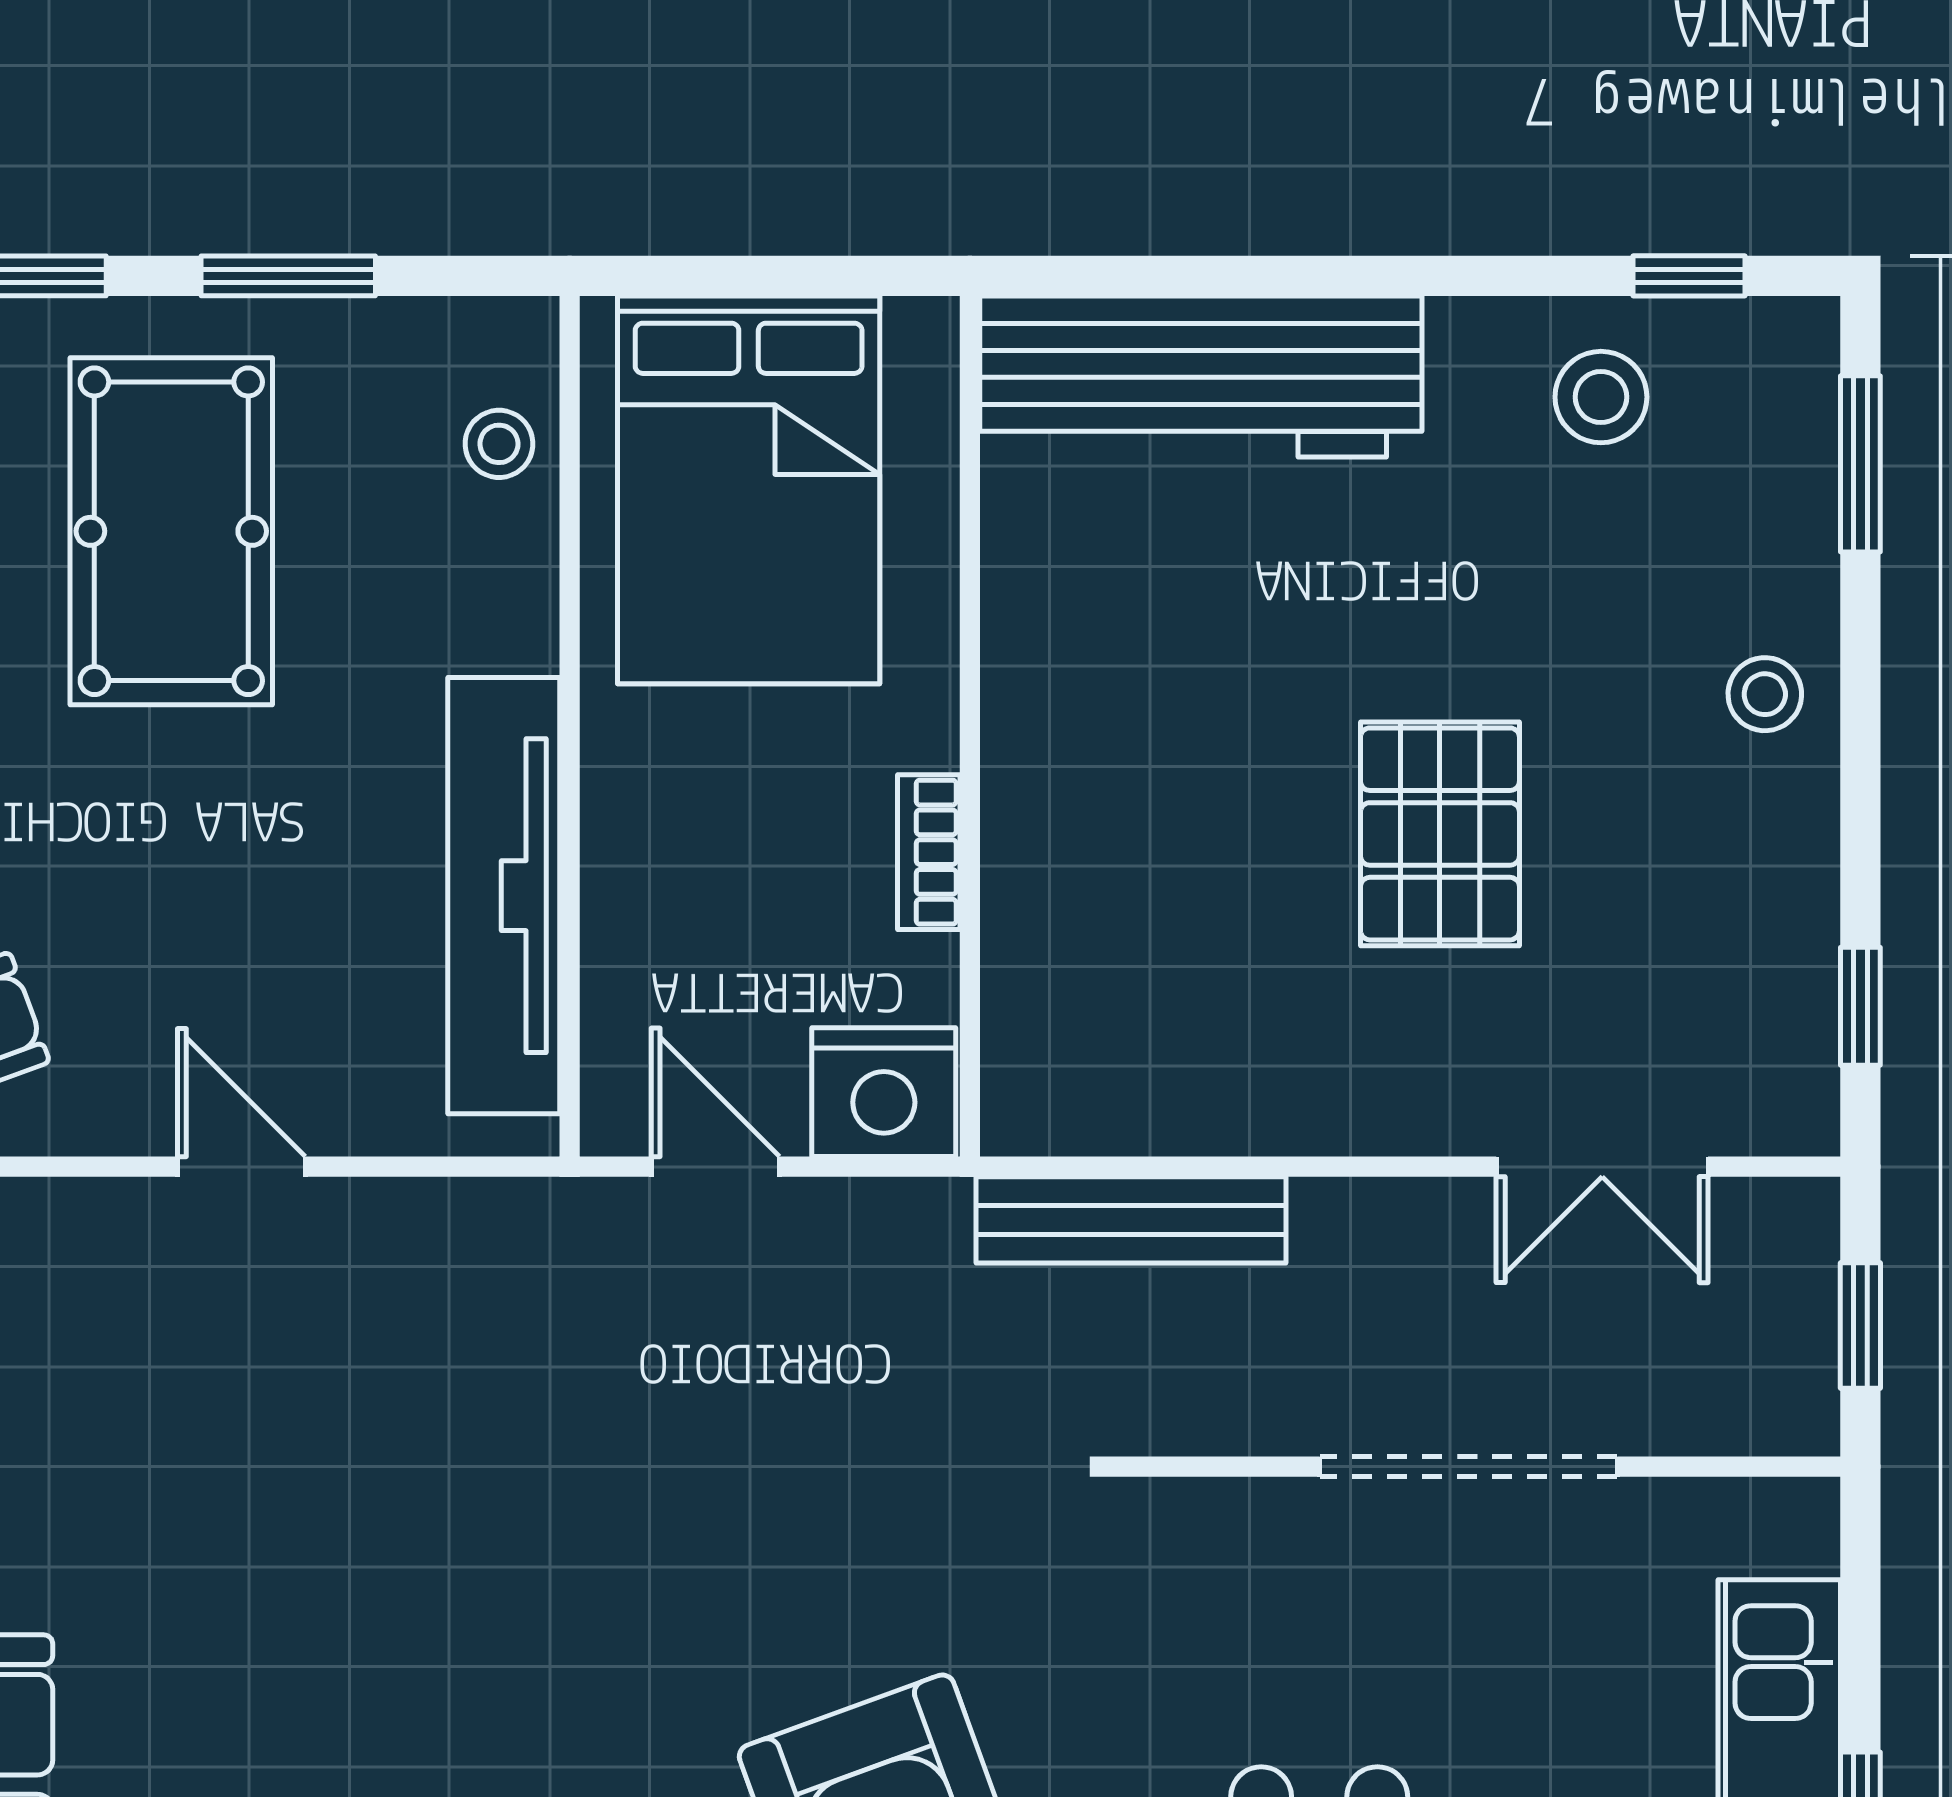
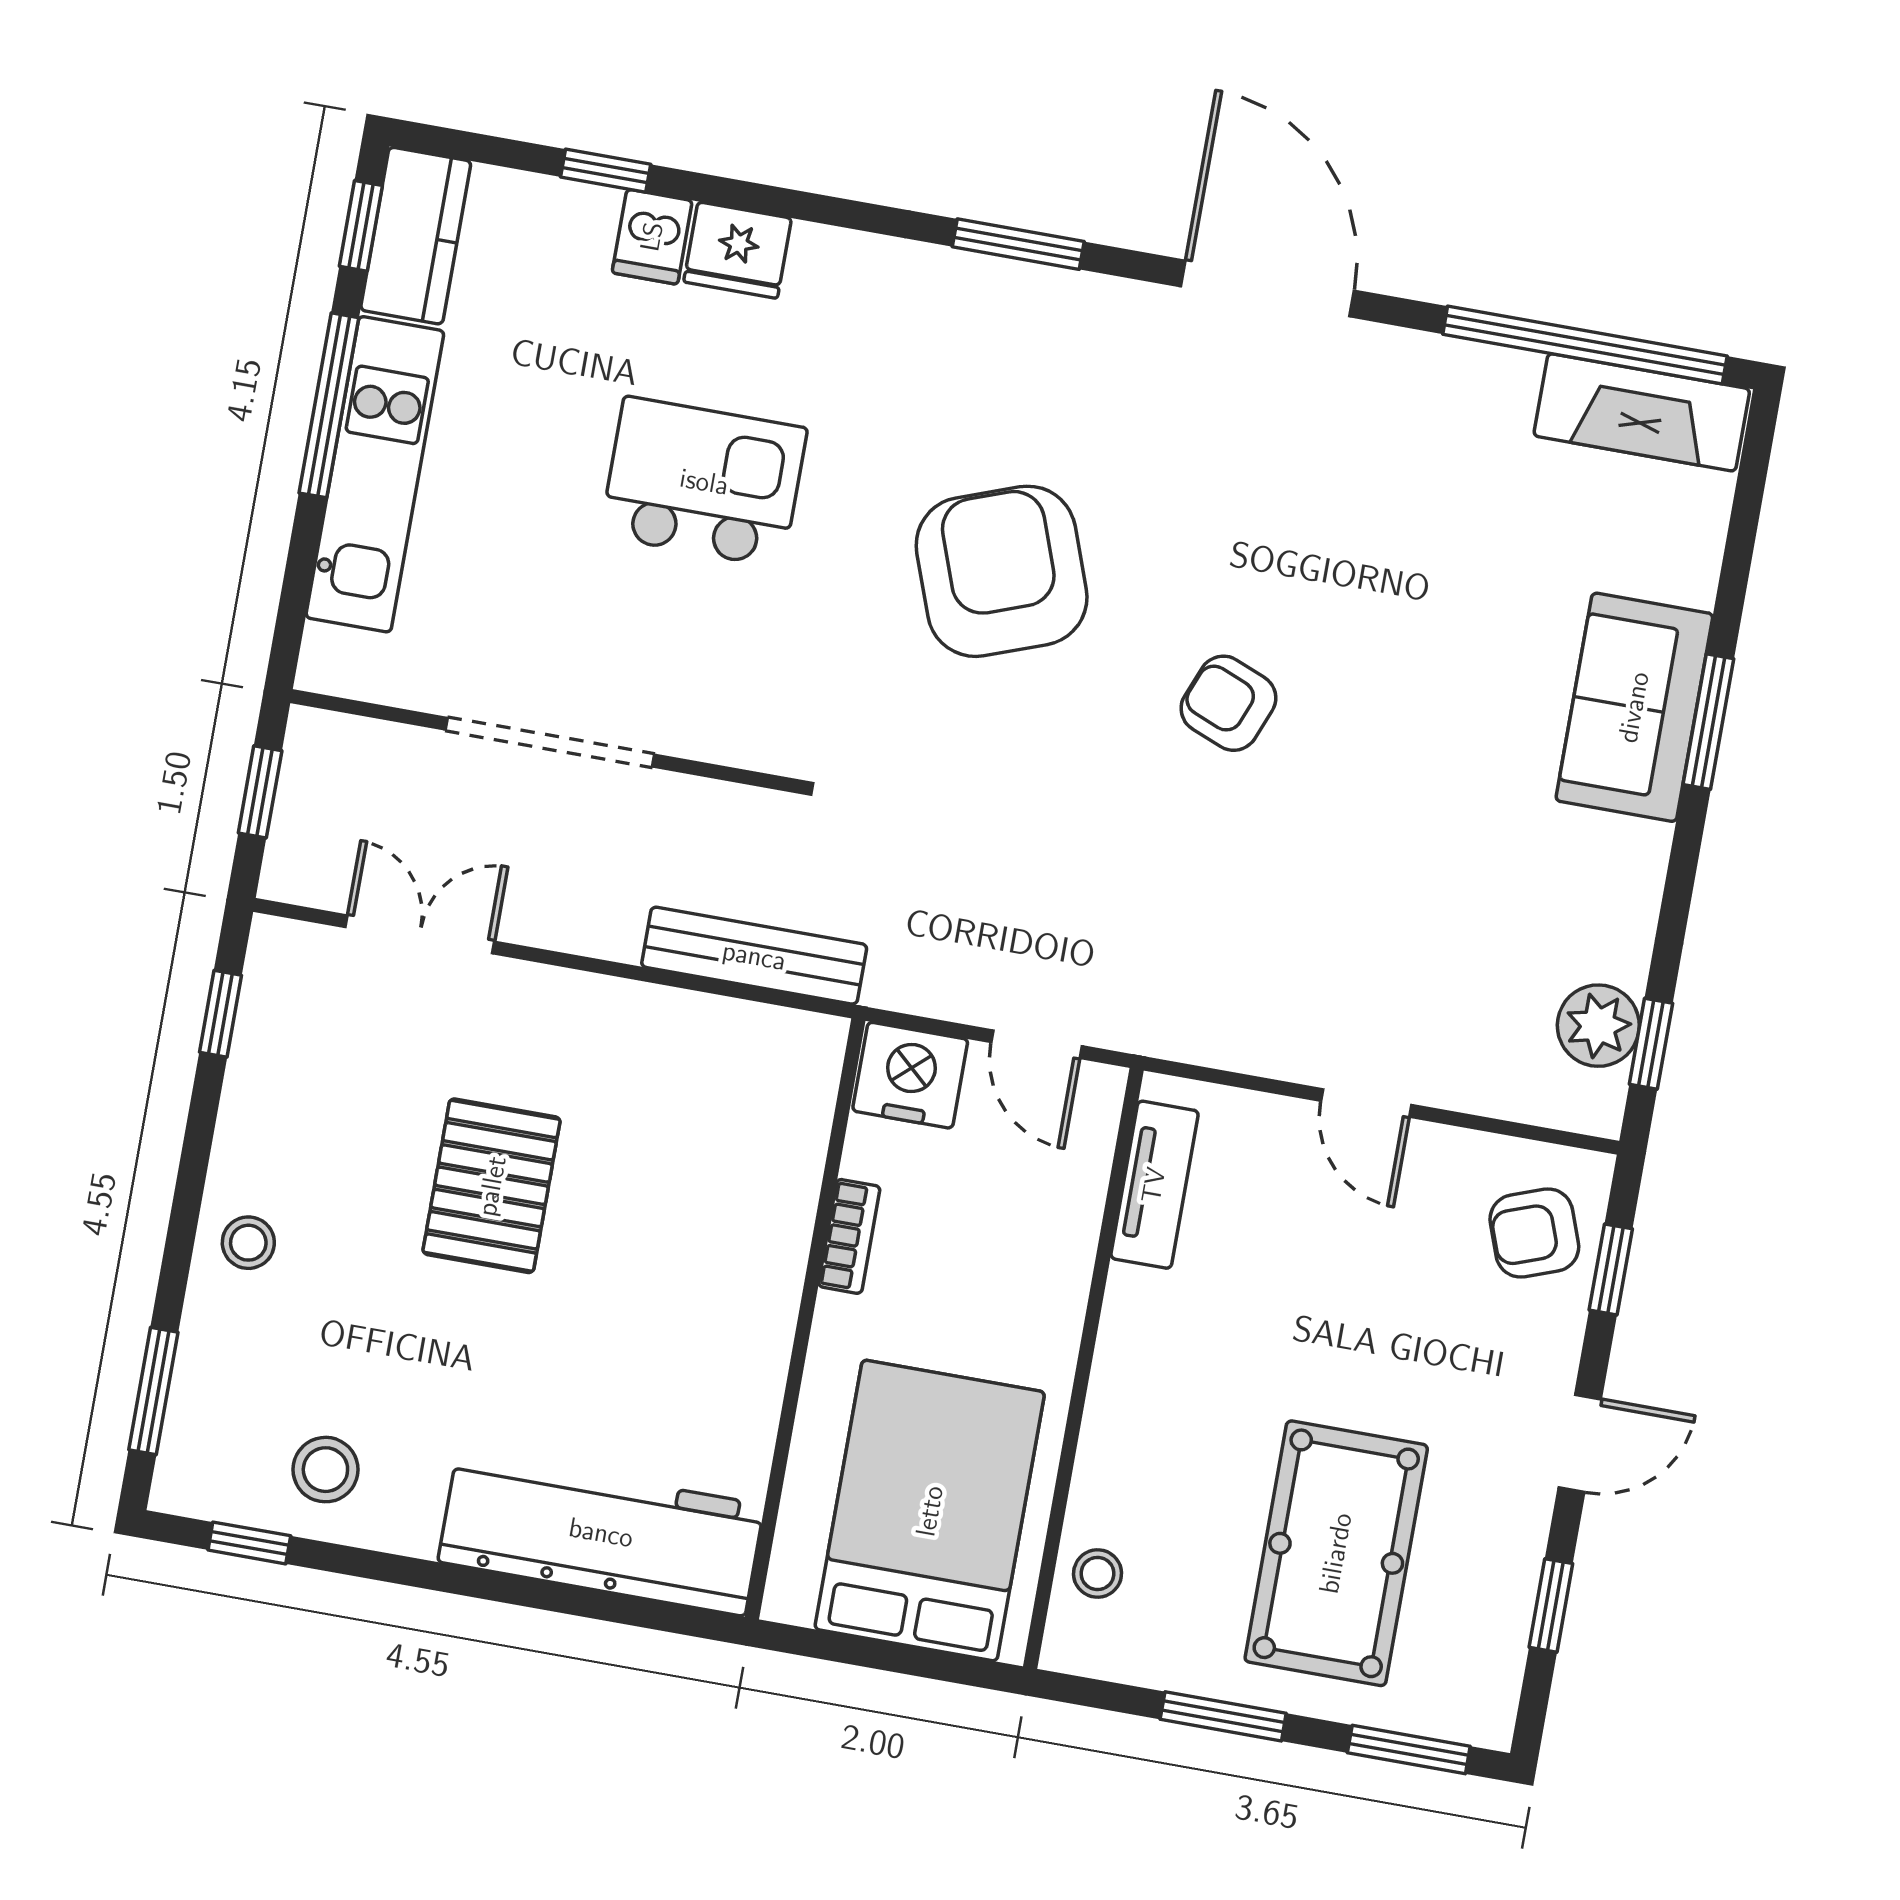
tv unit: (504, 896) -> (1154, 1185), width x0.52, depth x0.78
armchair: (532, 1689) -> (1228, 703), added

